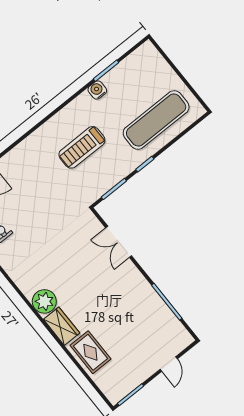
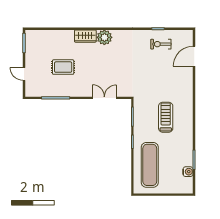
water cooler: (97, 90) -> (188, 172), moved
rug: (90, 352) -> (63, 67), moved

